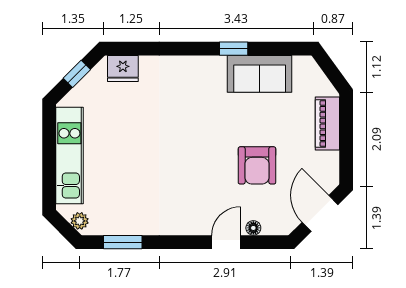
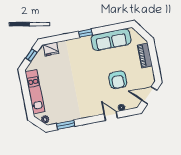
window: (234, 49) -> (86, 33), moved
sofa: (260, 74) -> (111, 40), width x1.36
door: (320, 213) -> (149, 95), hinge flipped
door: (226, 242) -> (111, 116), hinge flipped

